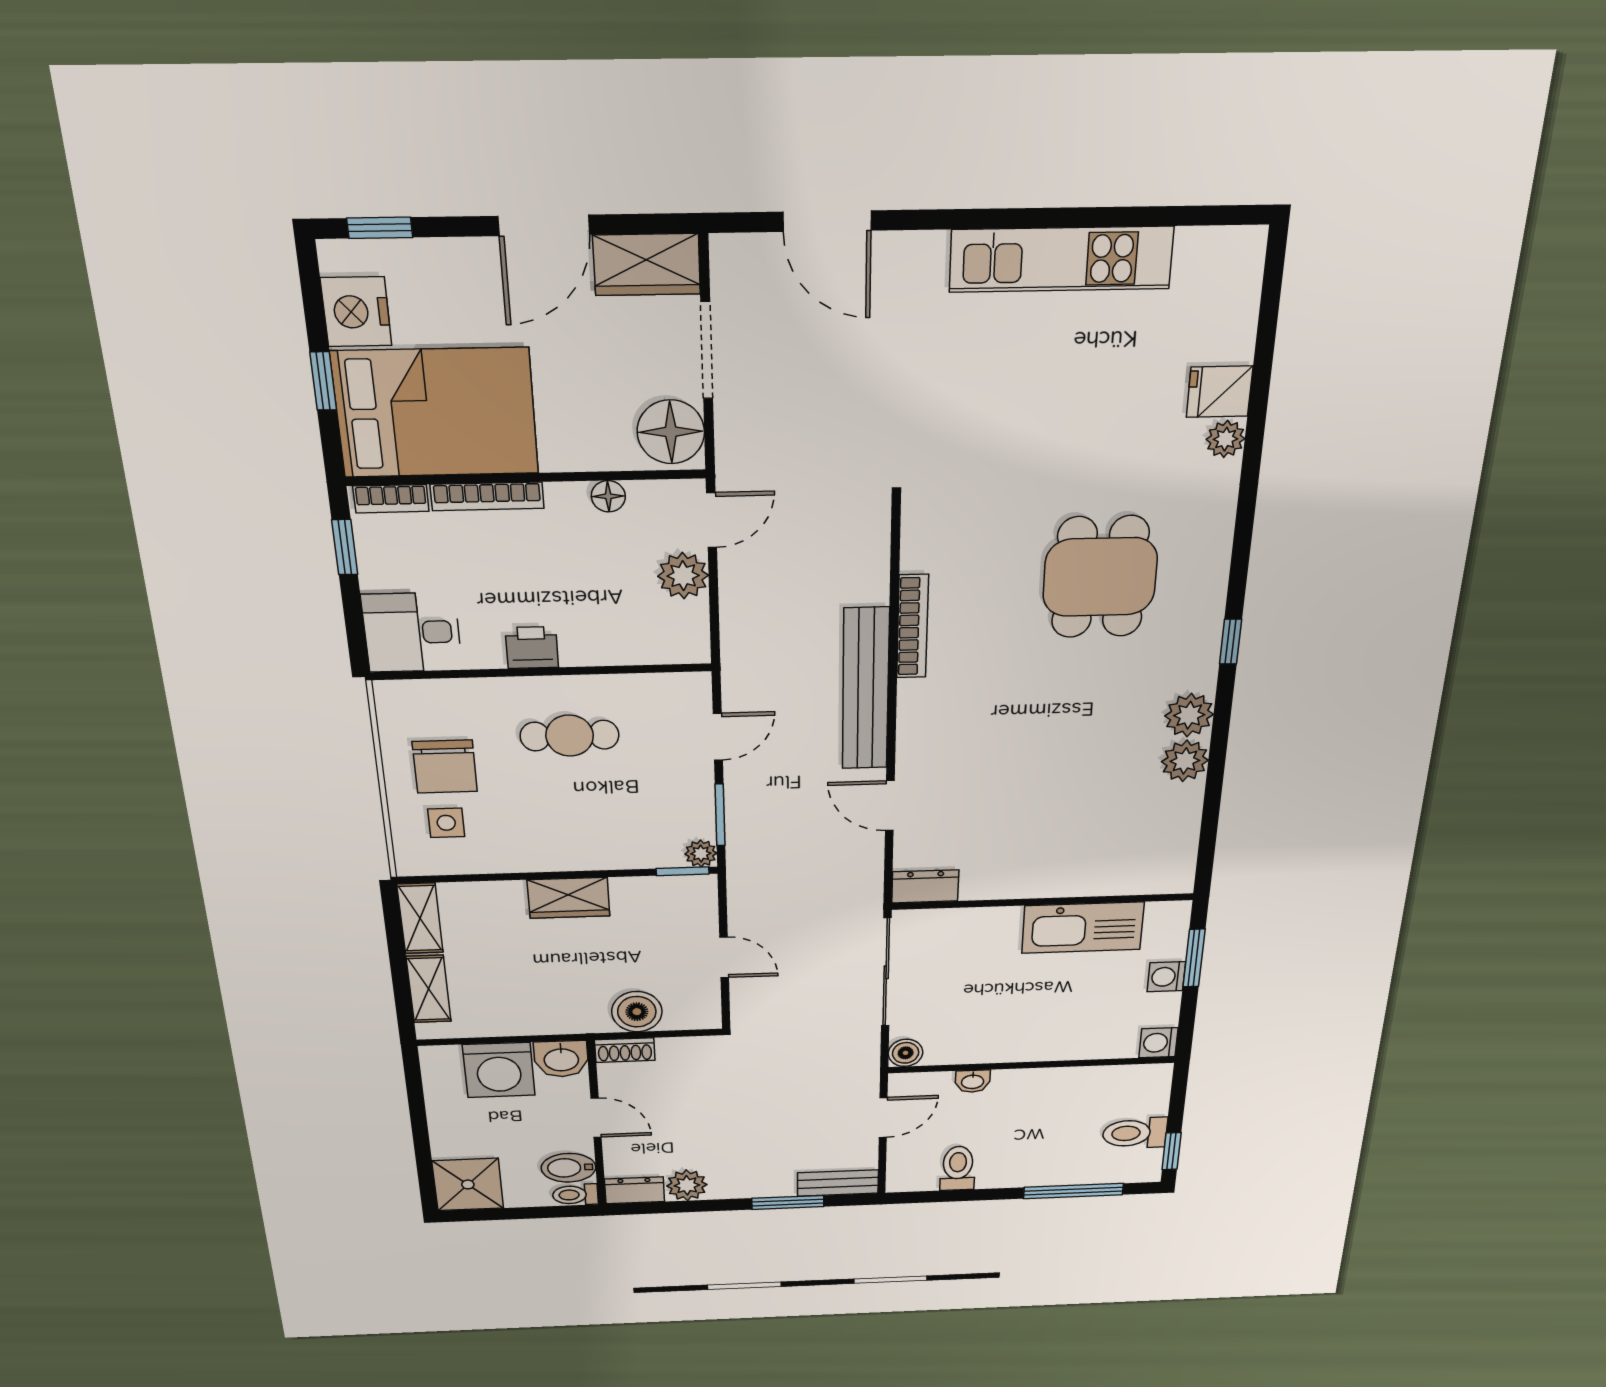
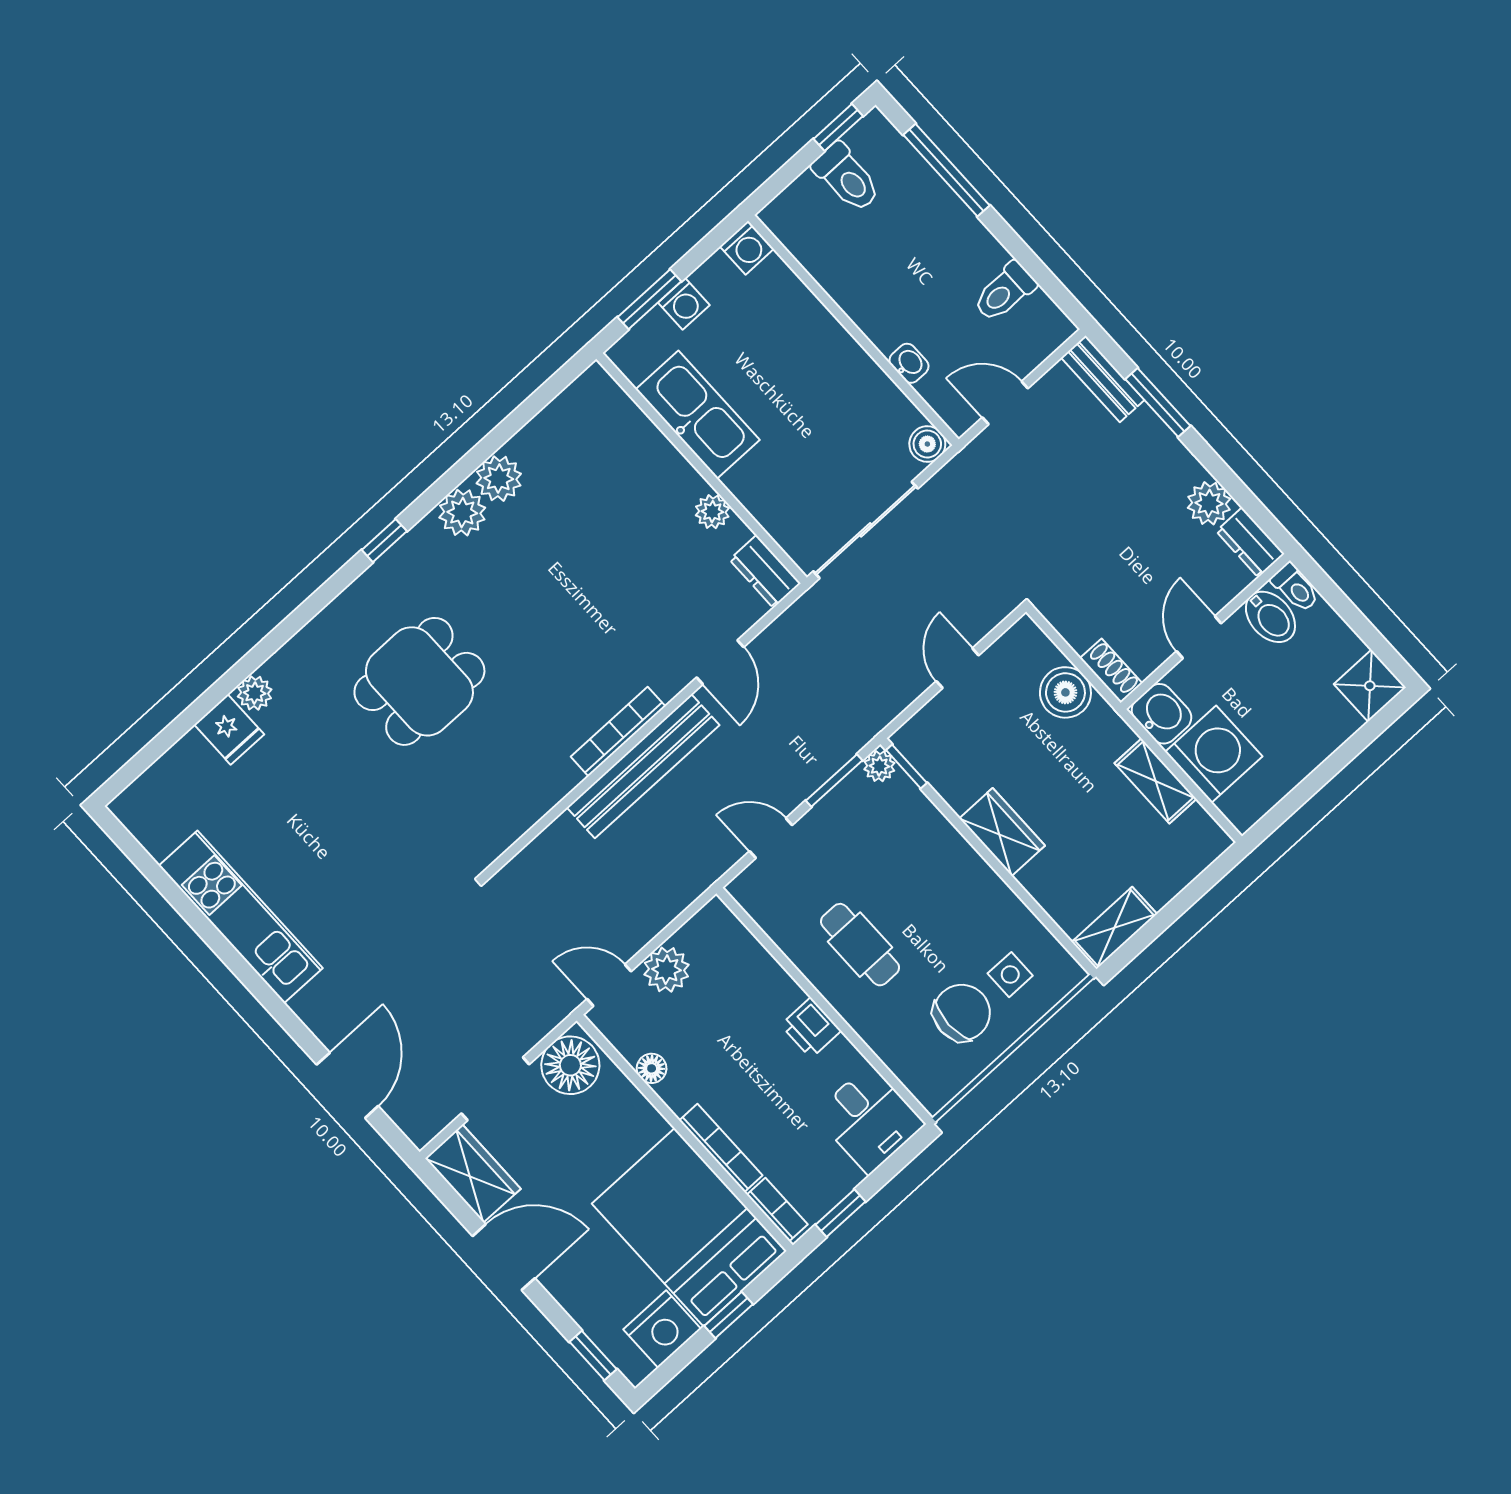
bookcase: (913, 626) -> (618, 732), moved
plant: (1005, 885) -> (712, 512), added
shelving: (429, 989) -> (1156, 781), moved, turned 90
shower: (468, 1184) -> (1370, 686), width x0.73, depth x0.73

